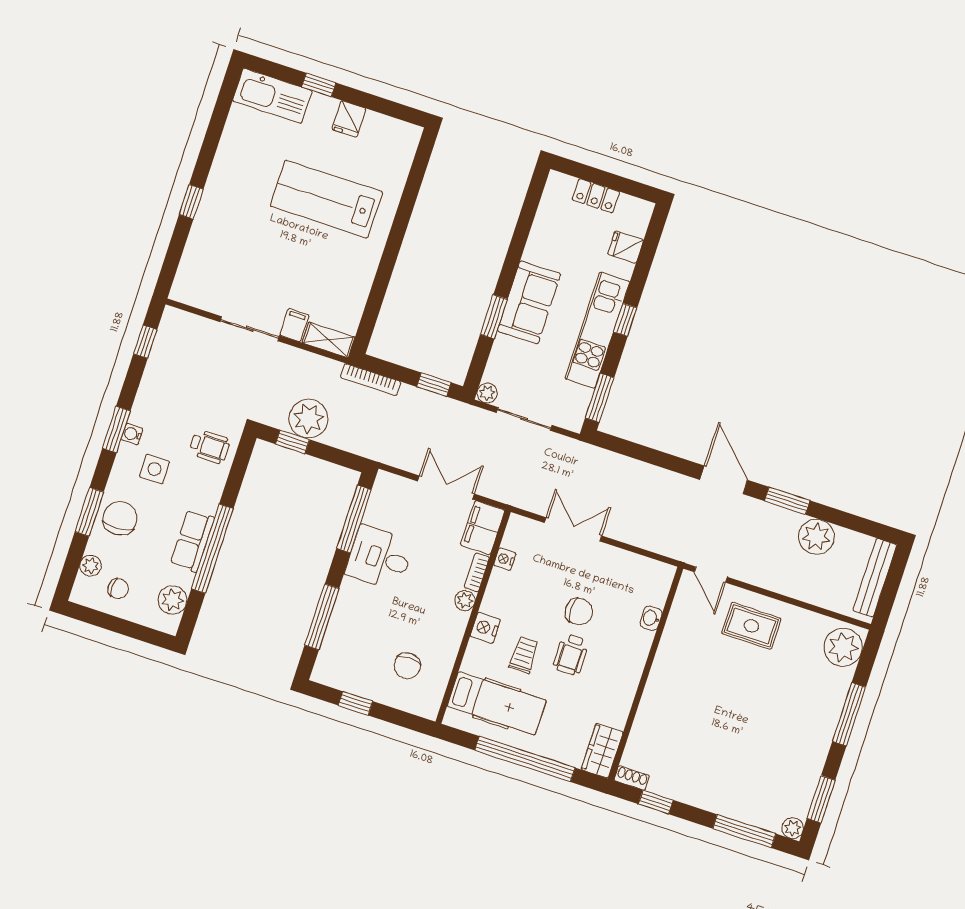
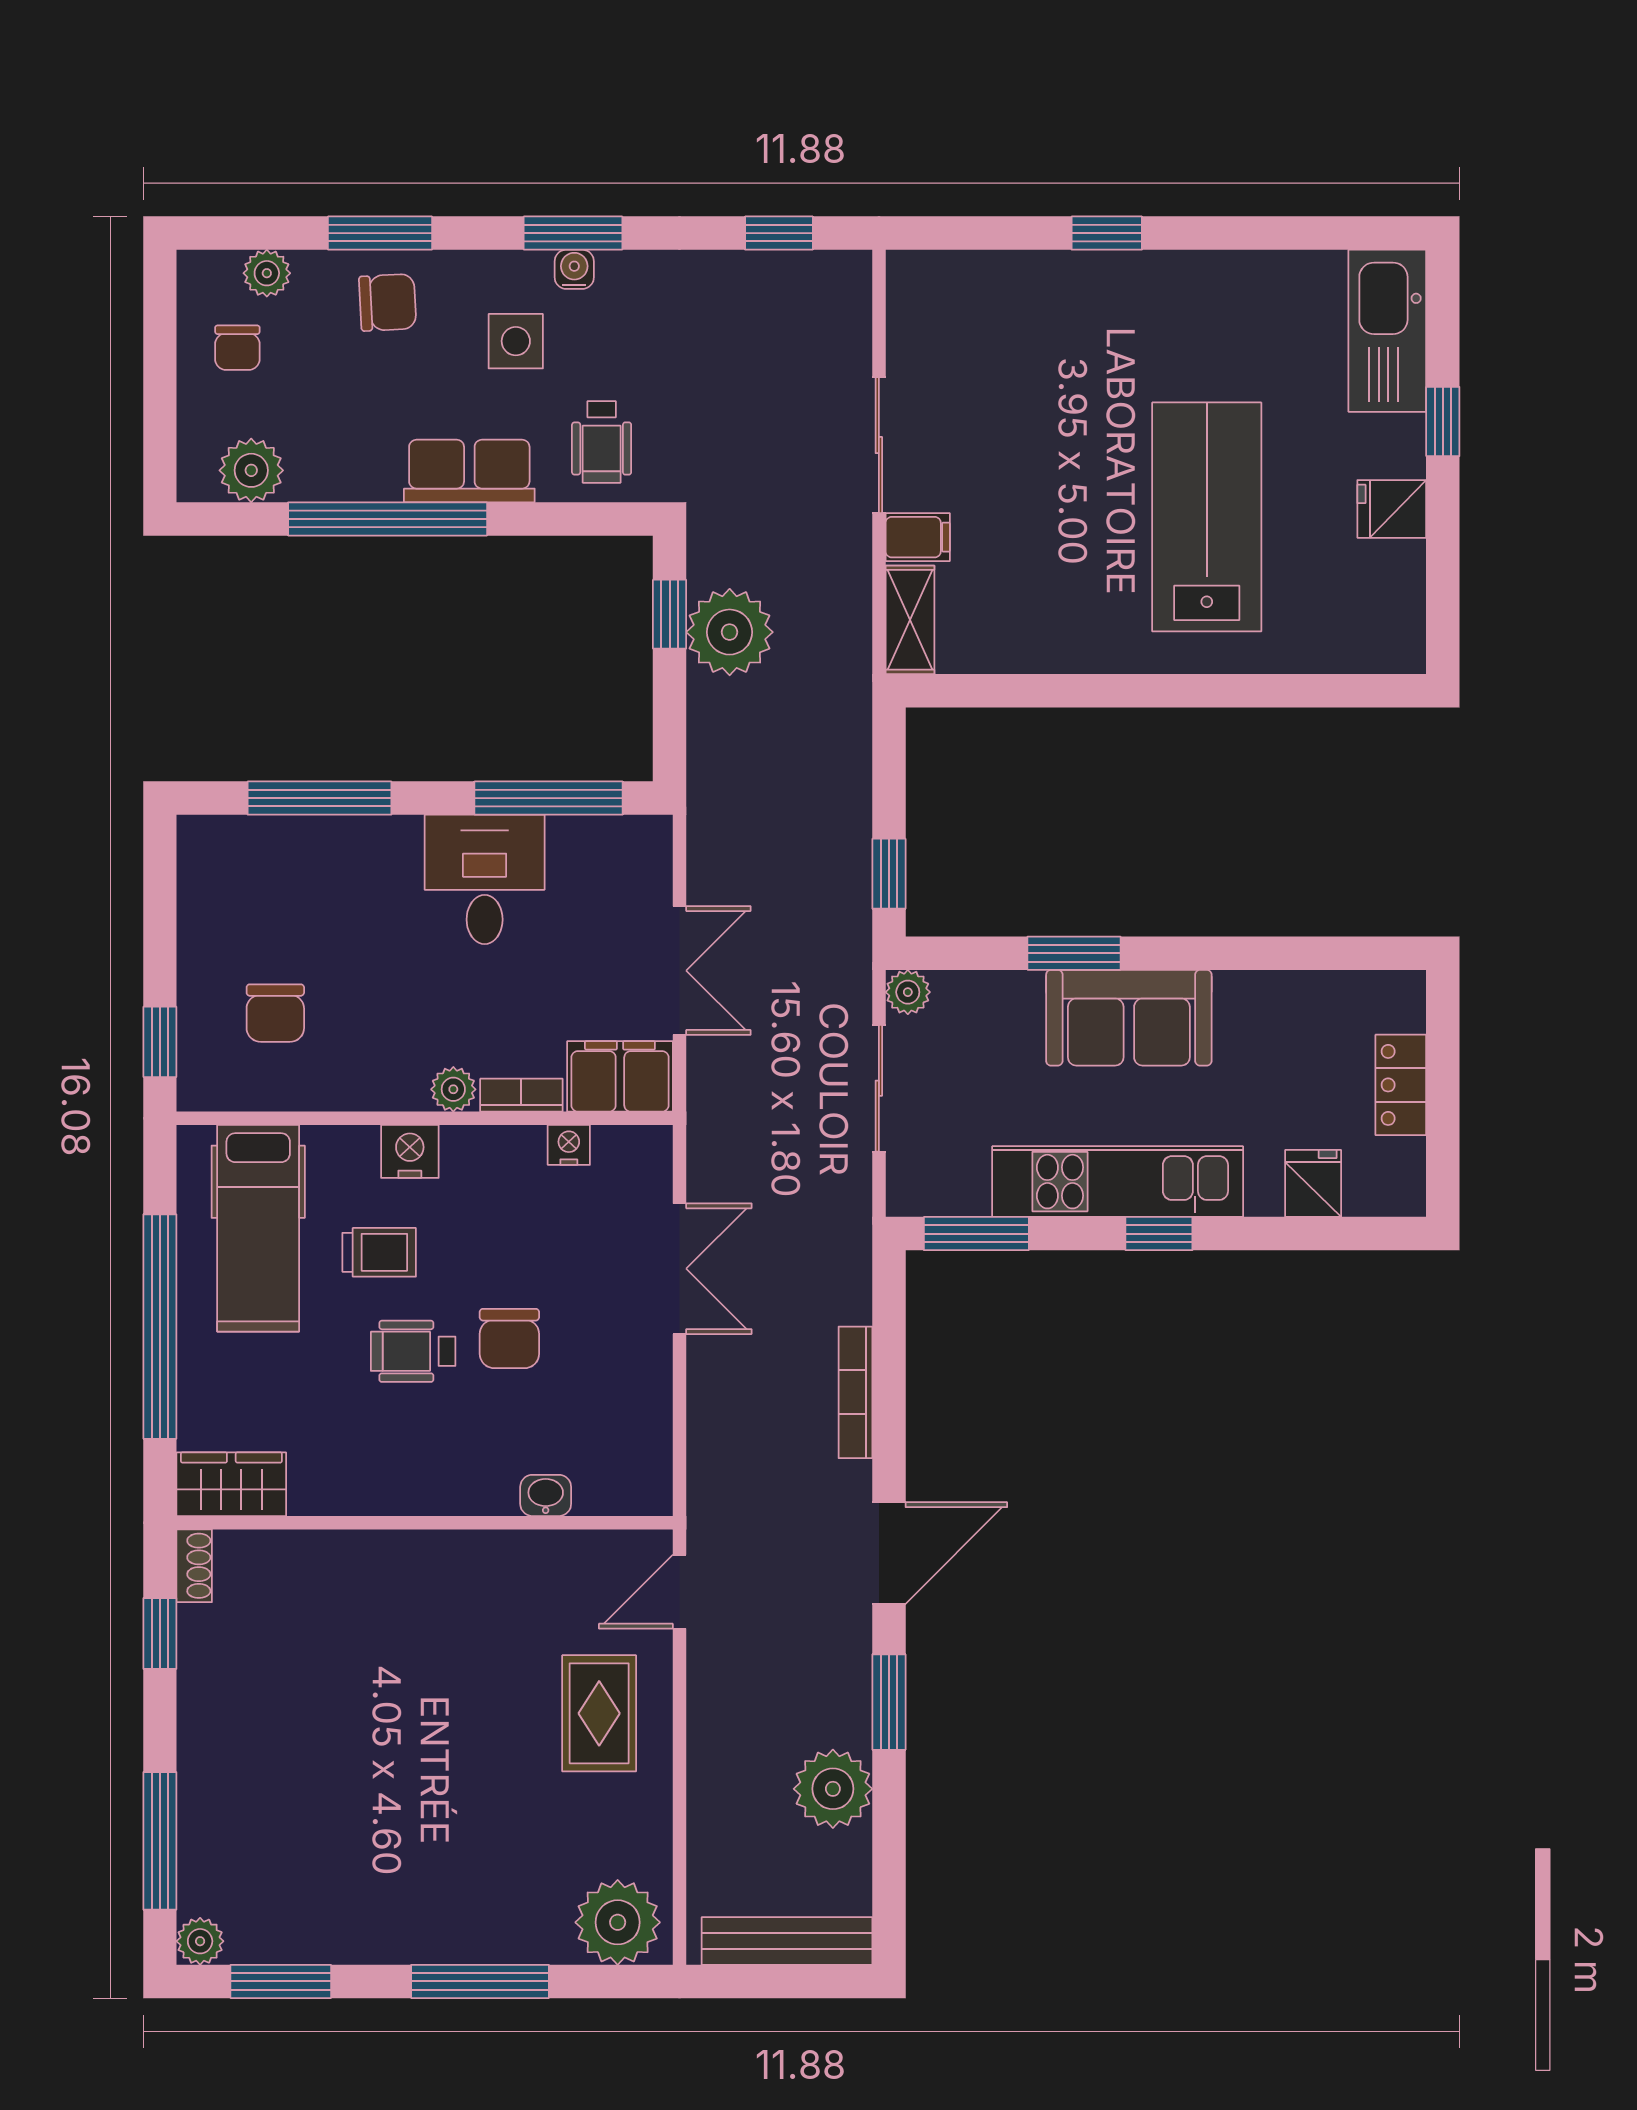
bookcase: (371, 380) -> (855, 1392), moved
chair: (120, 518) -> (388, 302), width x0.73, depth x0.73
row of seats: (192, 541) -> (469, 471), moved
chair: (407, 666) -> (275, 1013), turned -90
window: (355, 703) -> (160, 1042), moved

